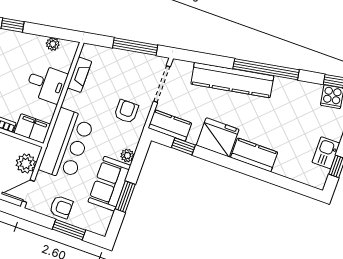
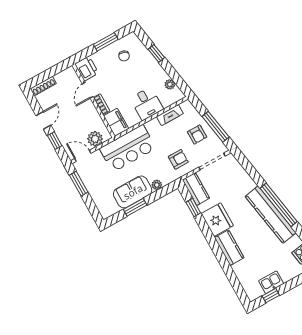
kitchen counter: (232, 80) -> (271, 215), moved
armchair: (61, 207) -> (197, 135), moved
window: (69, 230) -> (79, 184), moved

